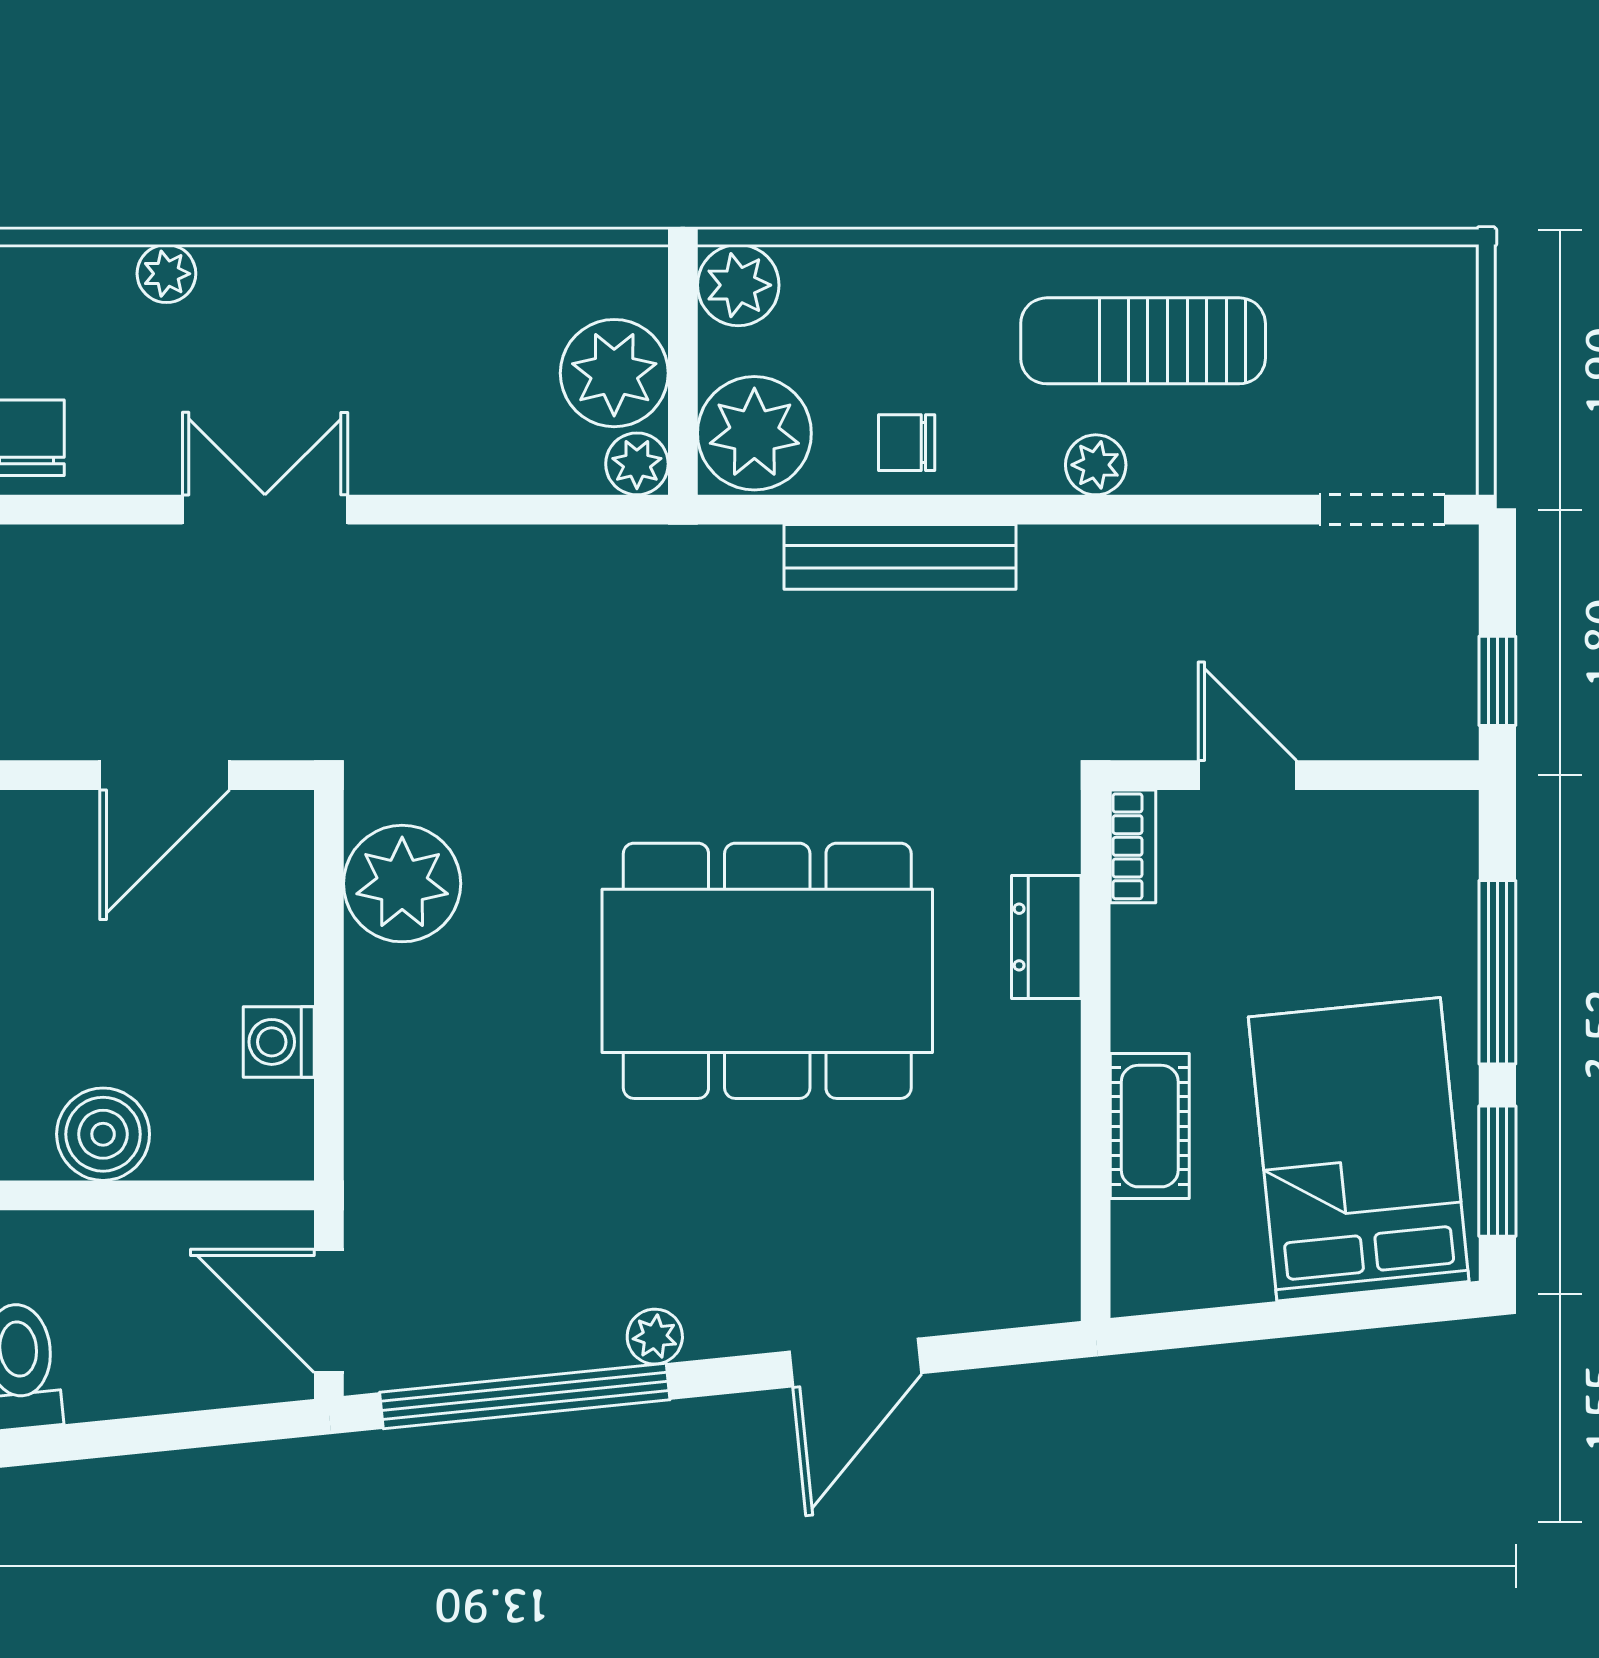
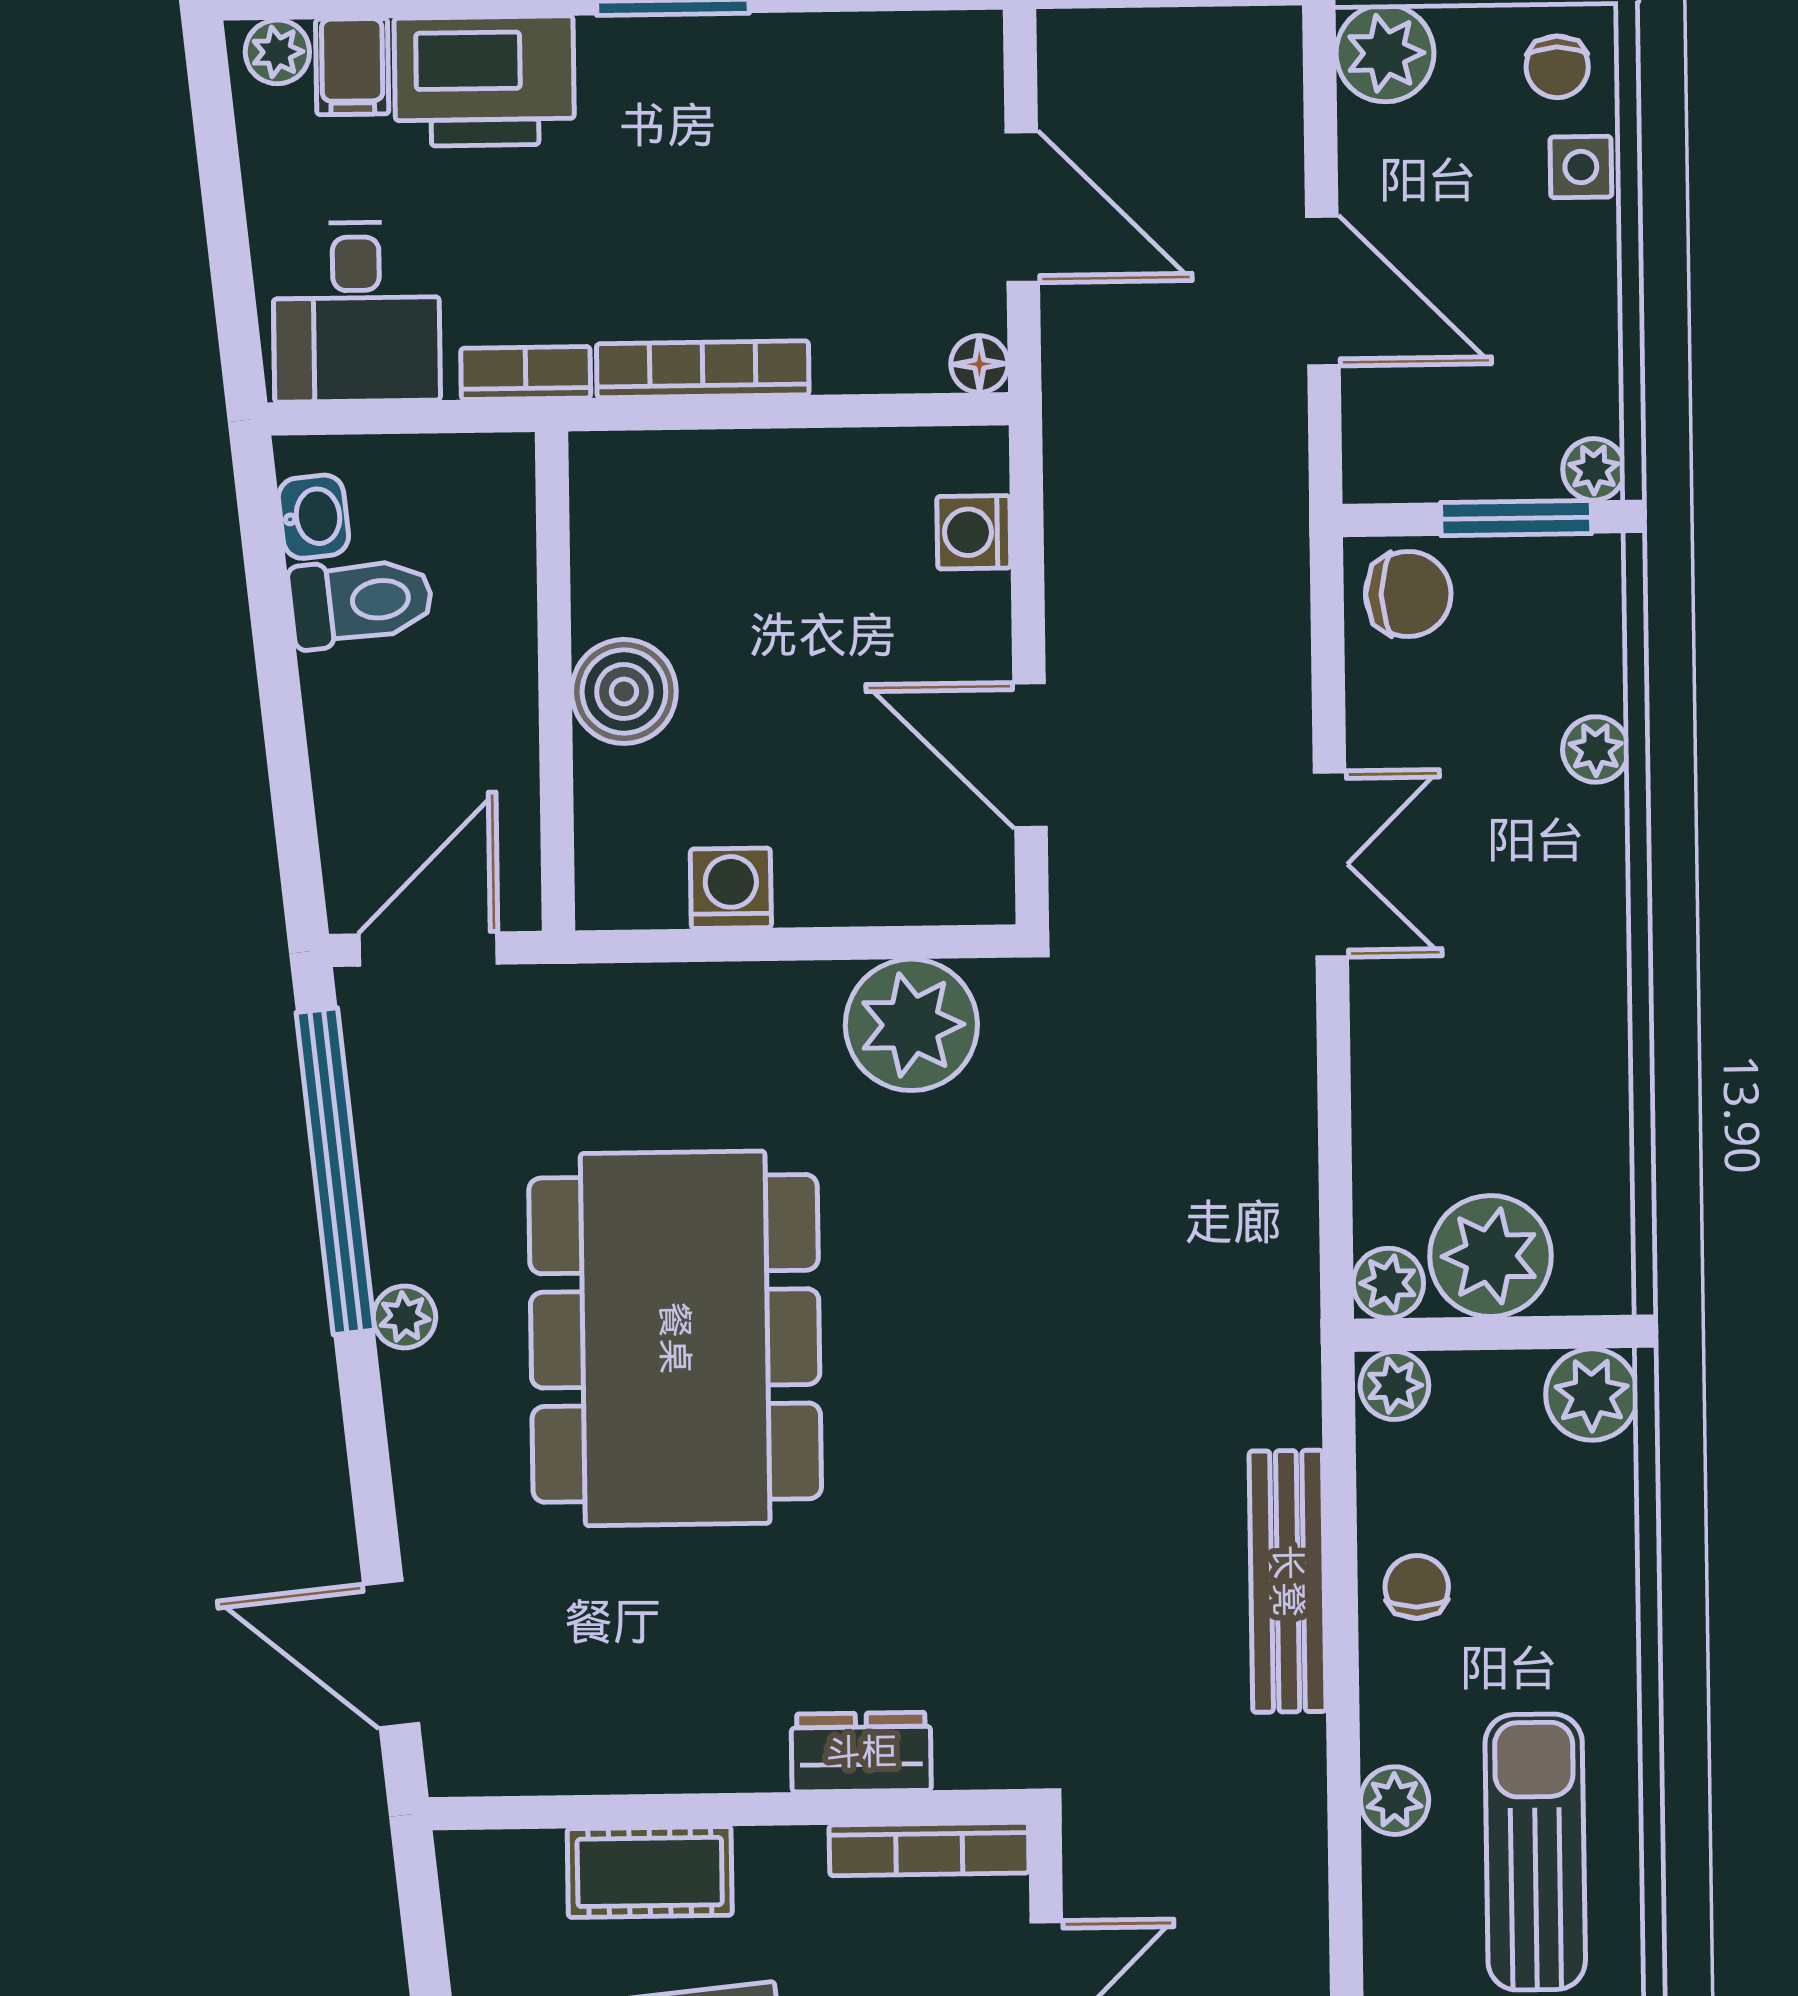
plant: (754, 433) -> (1394, 1386), width x0.53, depth x0.53
bookcase: (1133, 846) -> (929, 1849), width x1.56
dining table: (767, 971) -> (675, 1338), moved
door: (855, 1362) -> (391, 1654), moved

